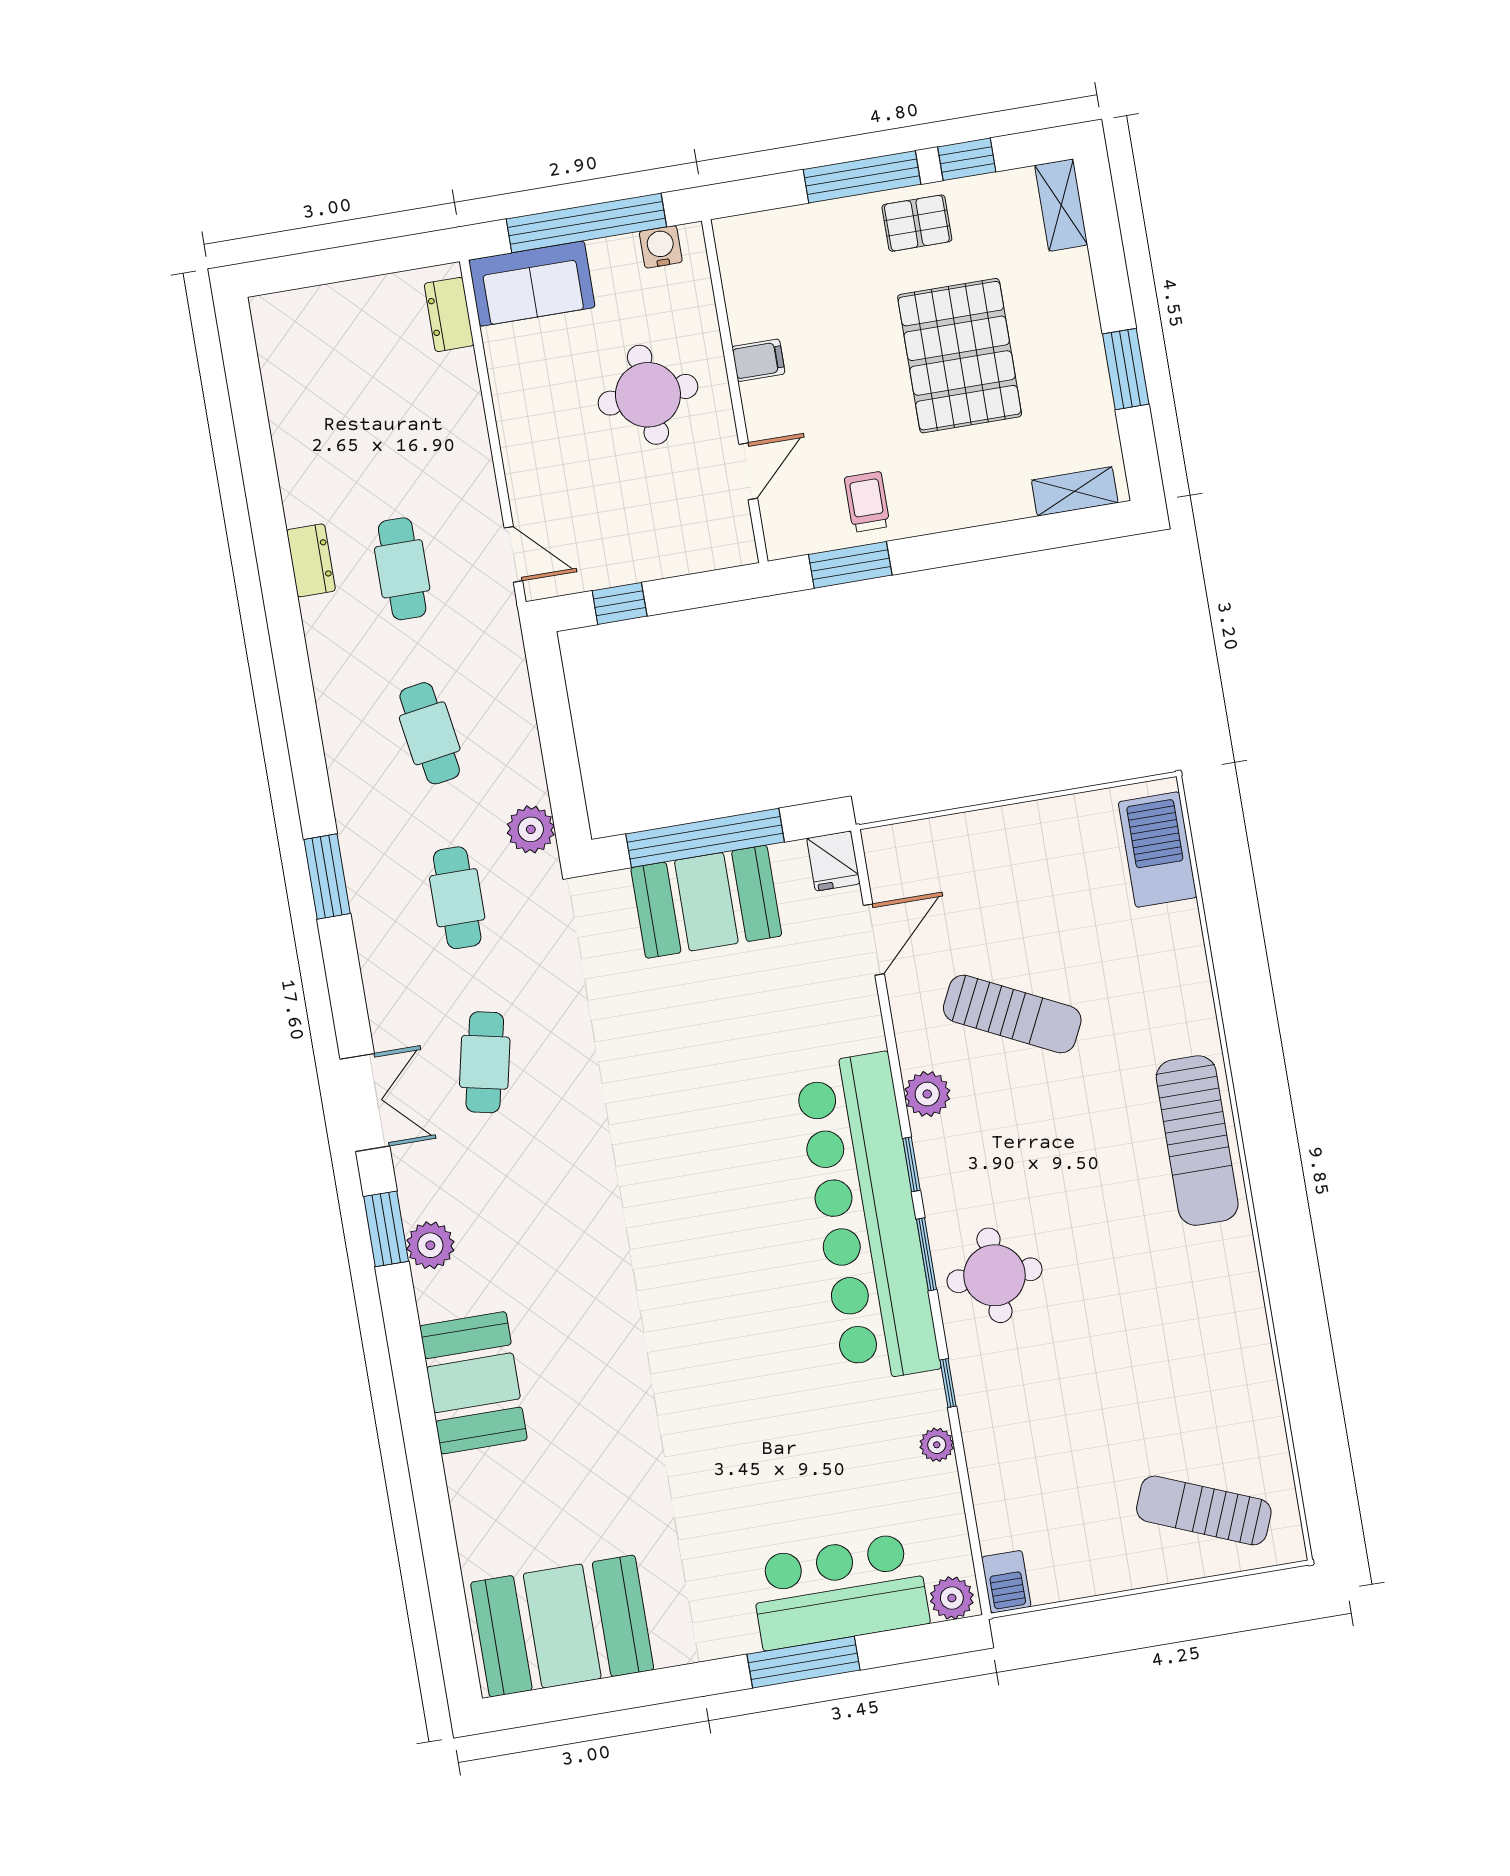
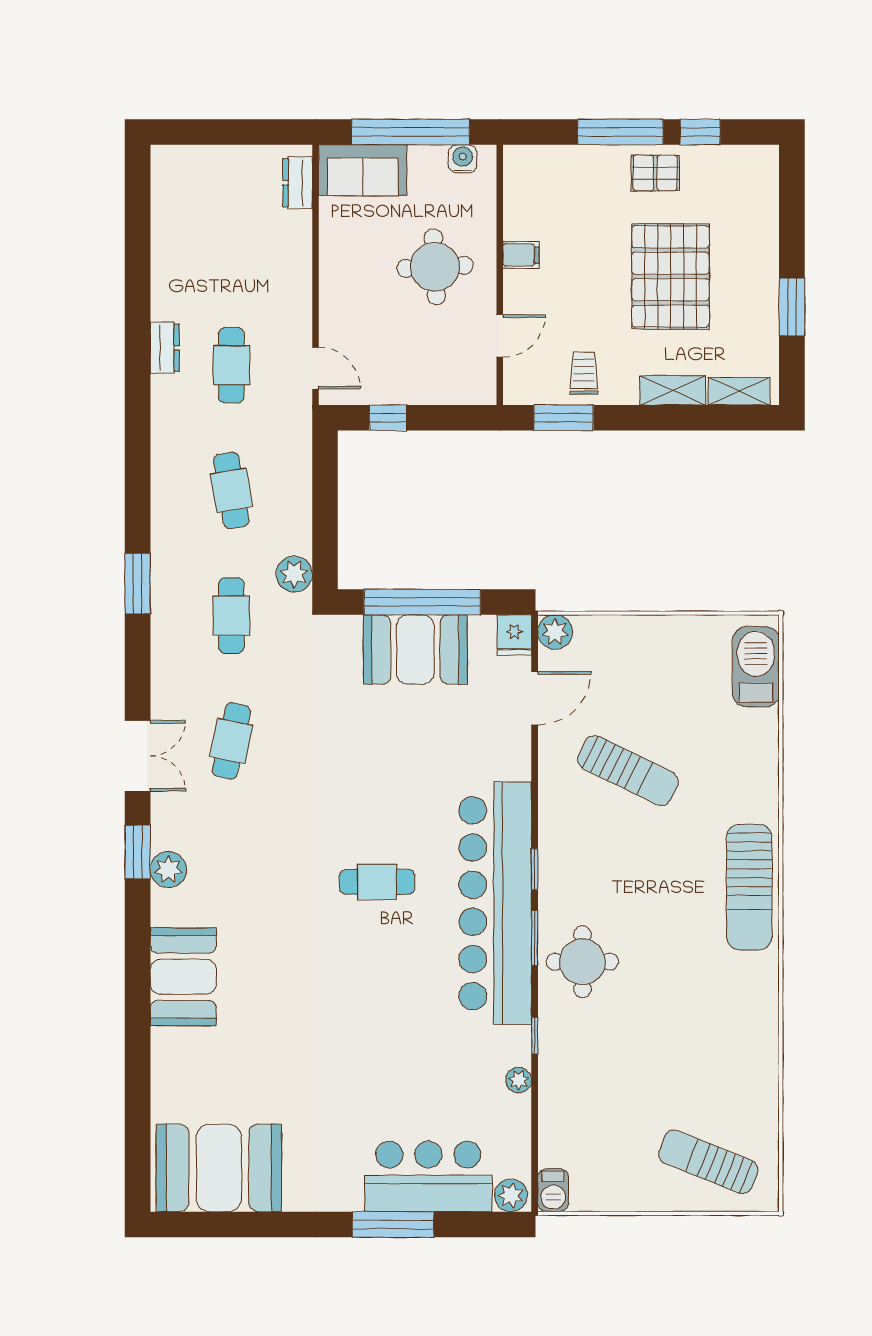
shelving: (1061, 205) -> (673, 390), moved, turned 90
plant: (927, 1094) -> (555, 632), moved
cafe table: (707, 1215) -> (377, 882), added

